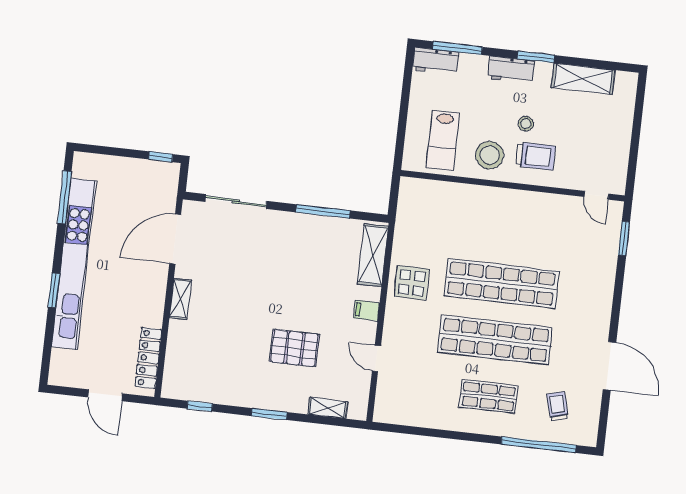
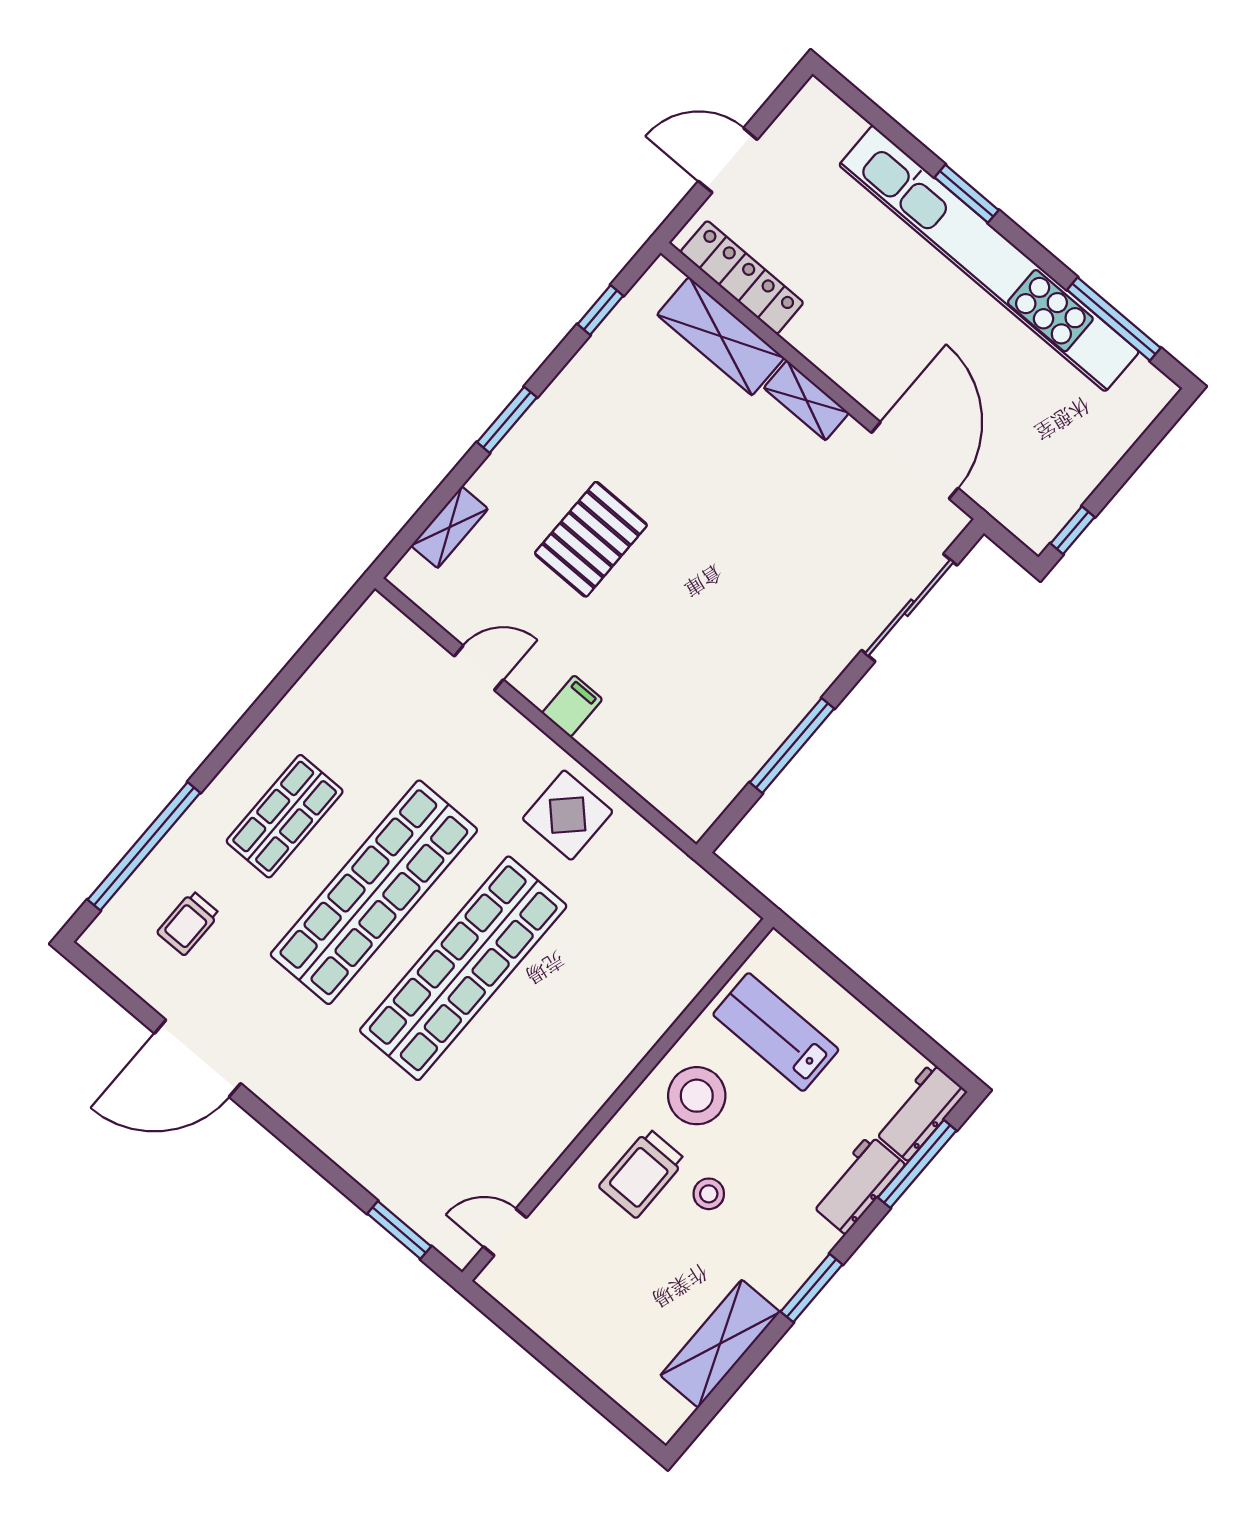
workbench: (511, 70) -> (858, 1184), moved
shelving: (373, 255) -> (721, 336), moved
trolley: (558, 406) -> (188, 923), turned 105

